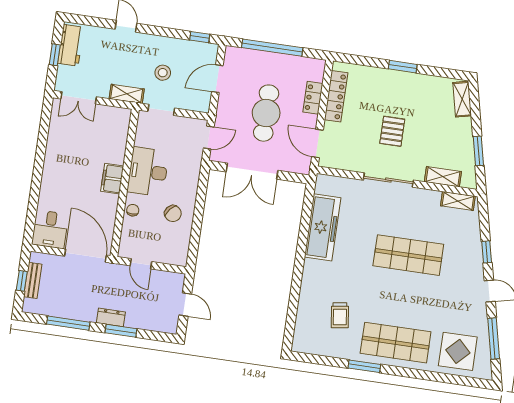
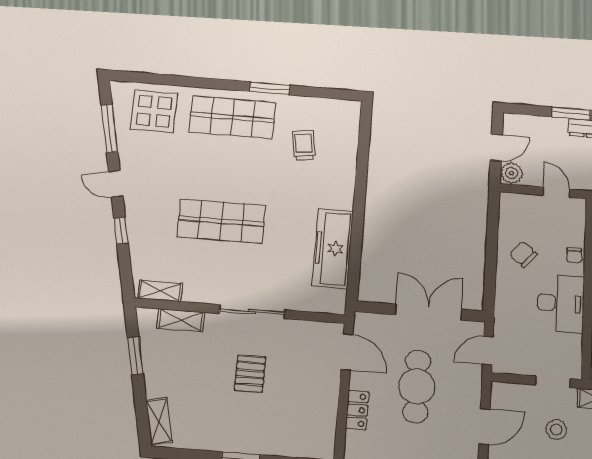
locker: (336, 96) -> (327, 414), removed
plant: (175, 282) -> (512, 173), added
door: (185, 304) -> (496, 148), swing flipped

